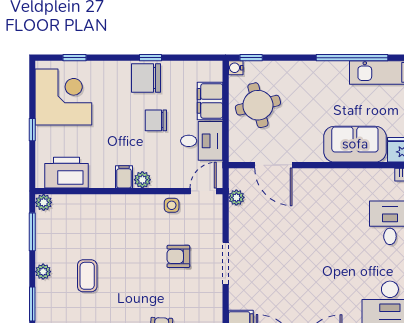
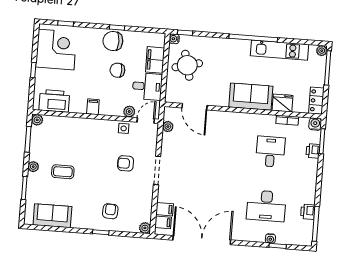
plant: (142, 180) -> (129, 111), moved
coffee table: (87, 276) -> (63, 172), turned 90

